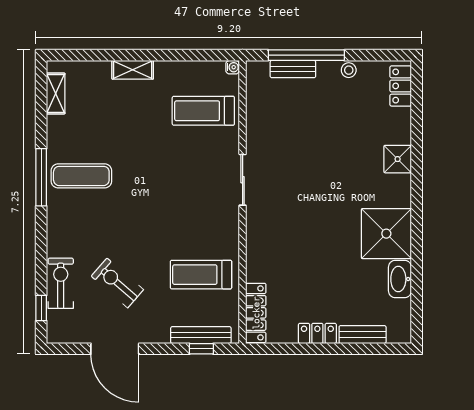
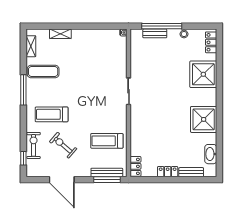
shelving: (133, 70) -> (60, 34), moved
treadmill: (203, 111) -> (52, 114), moved
shower: (398, 159) -> (203, 74), width x1.86, depth x1.86
exercise mat: (81, 176) -> (43, 72), moved
washbasin: (400, 279) -> (211, 154), moved
locker: (256, 313) -> (135, 166), width x0.66
window: (201, 349) -> (107, 180), width x2.17

